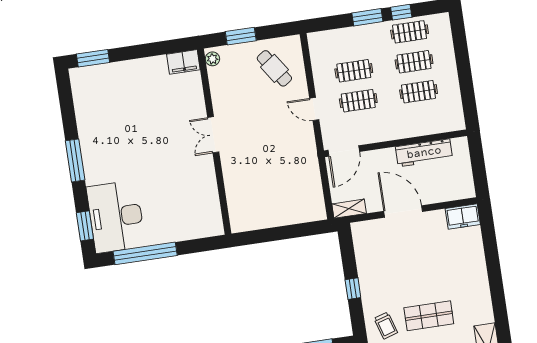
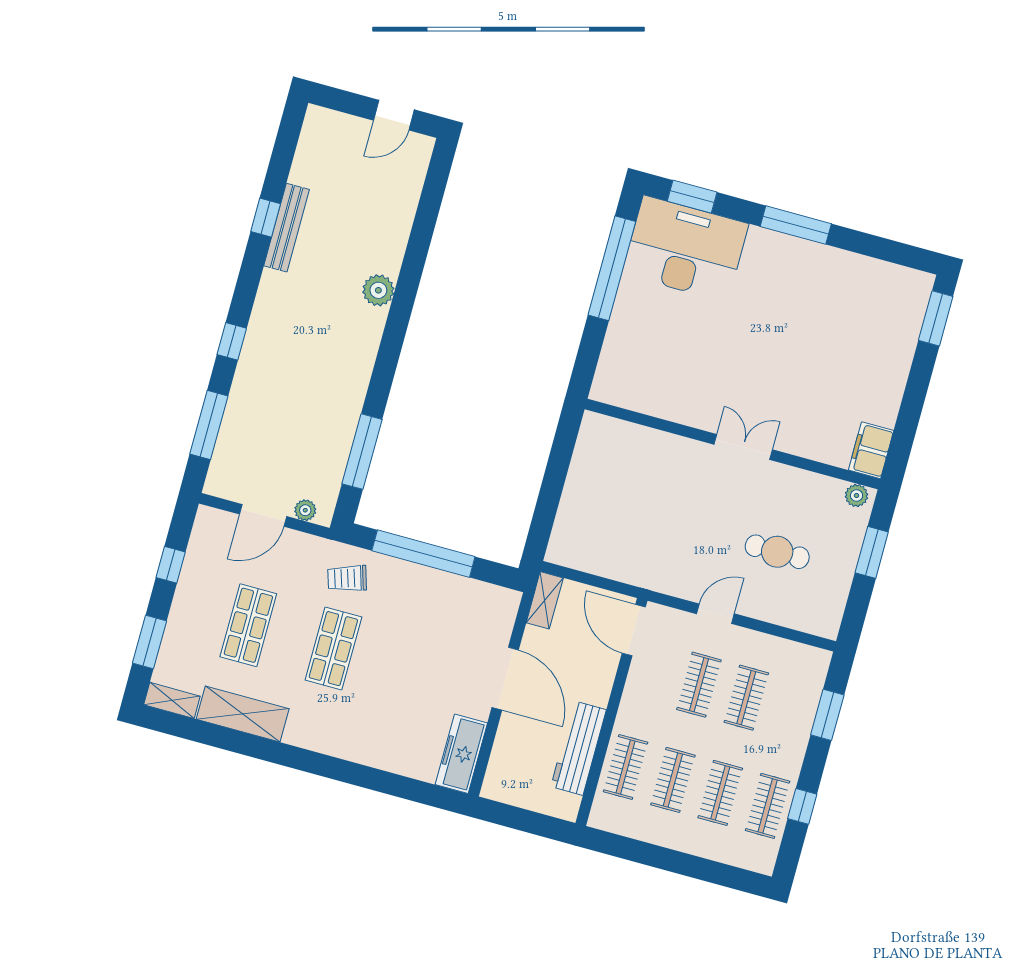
window: (367, 17) -> (827, 715), moved
cafe table: (274, 68) -> (777, 552), moved, turned 34
clothes rail: (423, 122) -> (626, 767), added
door: (403, 211) -> (505, 679), hinge flipped
freezer: (463, 217) -> (461, 754), width x1.40
window: (353, 289) -> (423, 554), width x3.17

